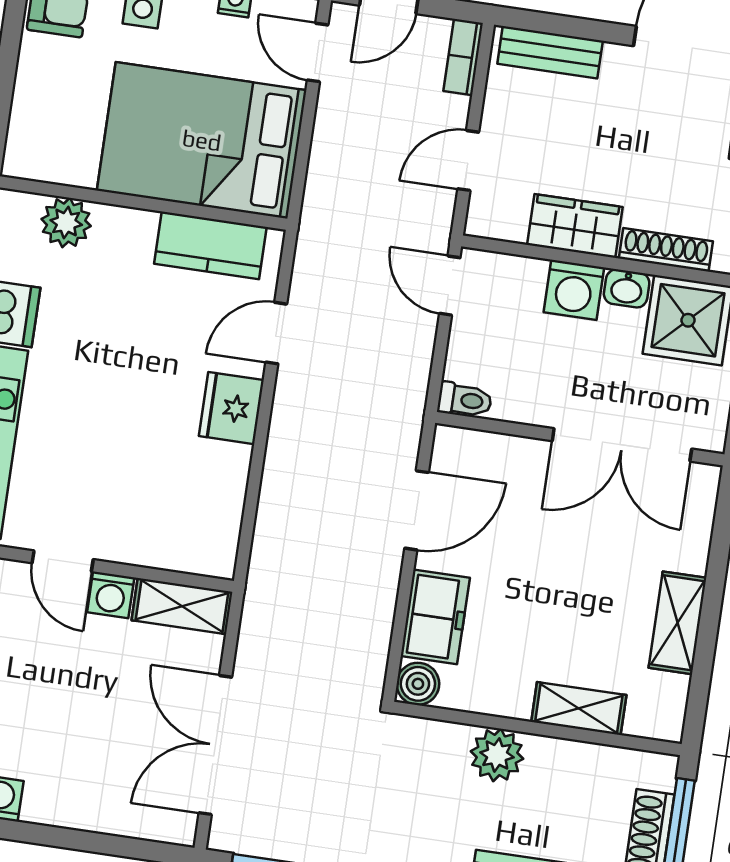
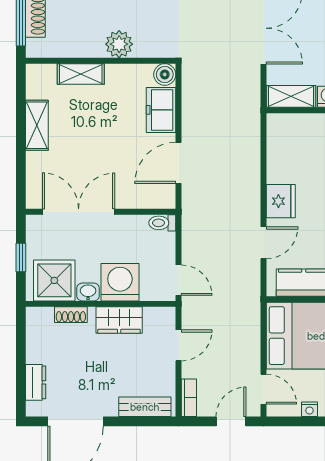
shoe rack: (666, 250) -> (71, 315), width x0.70
washing machine: (574, 290) -> (120, 282), width x1.37, depth x1.37

